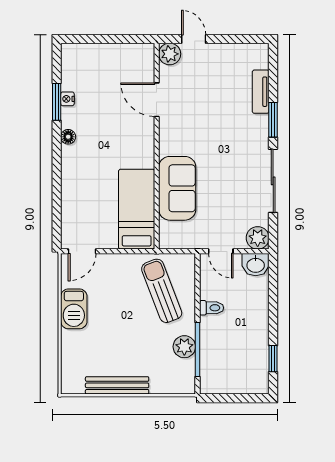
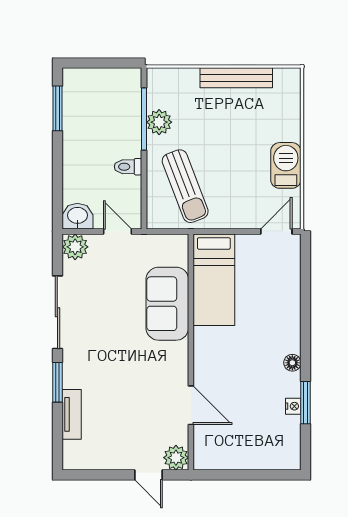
window: (273, 359) -> (57, 108), width x1.50

